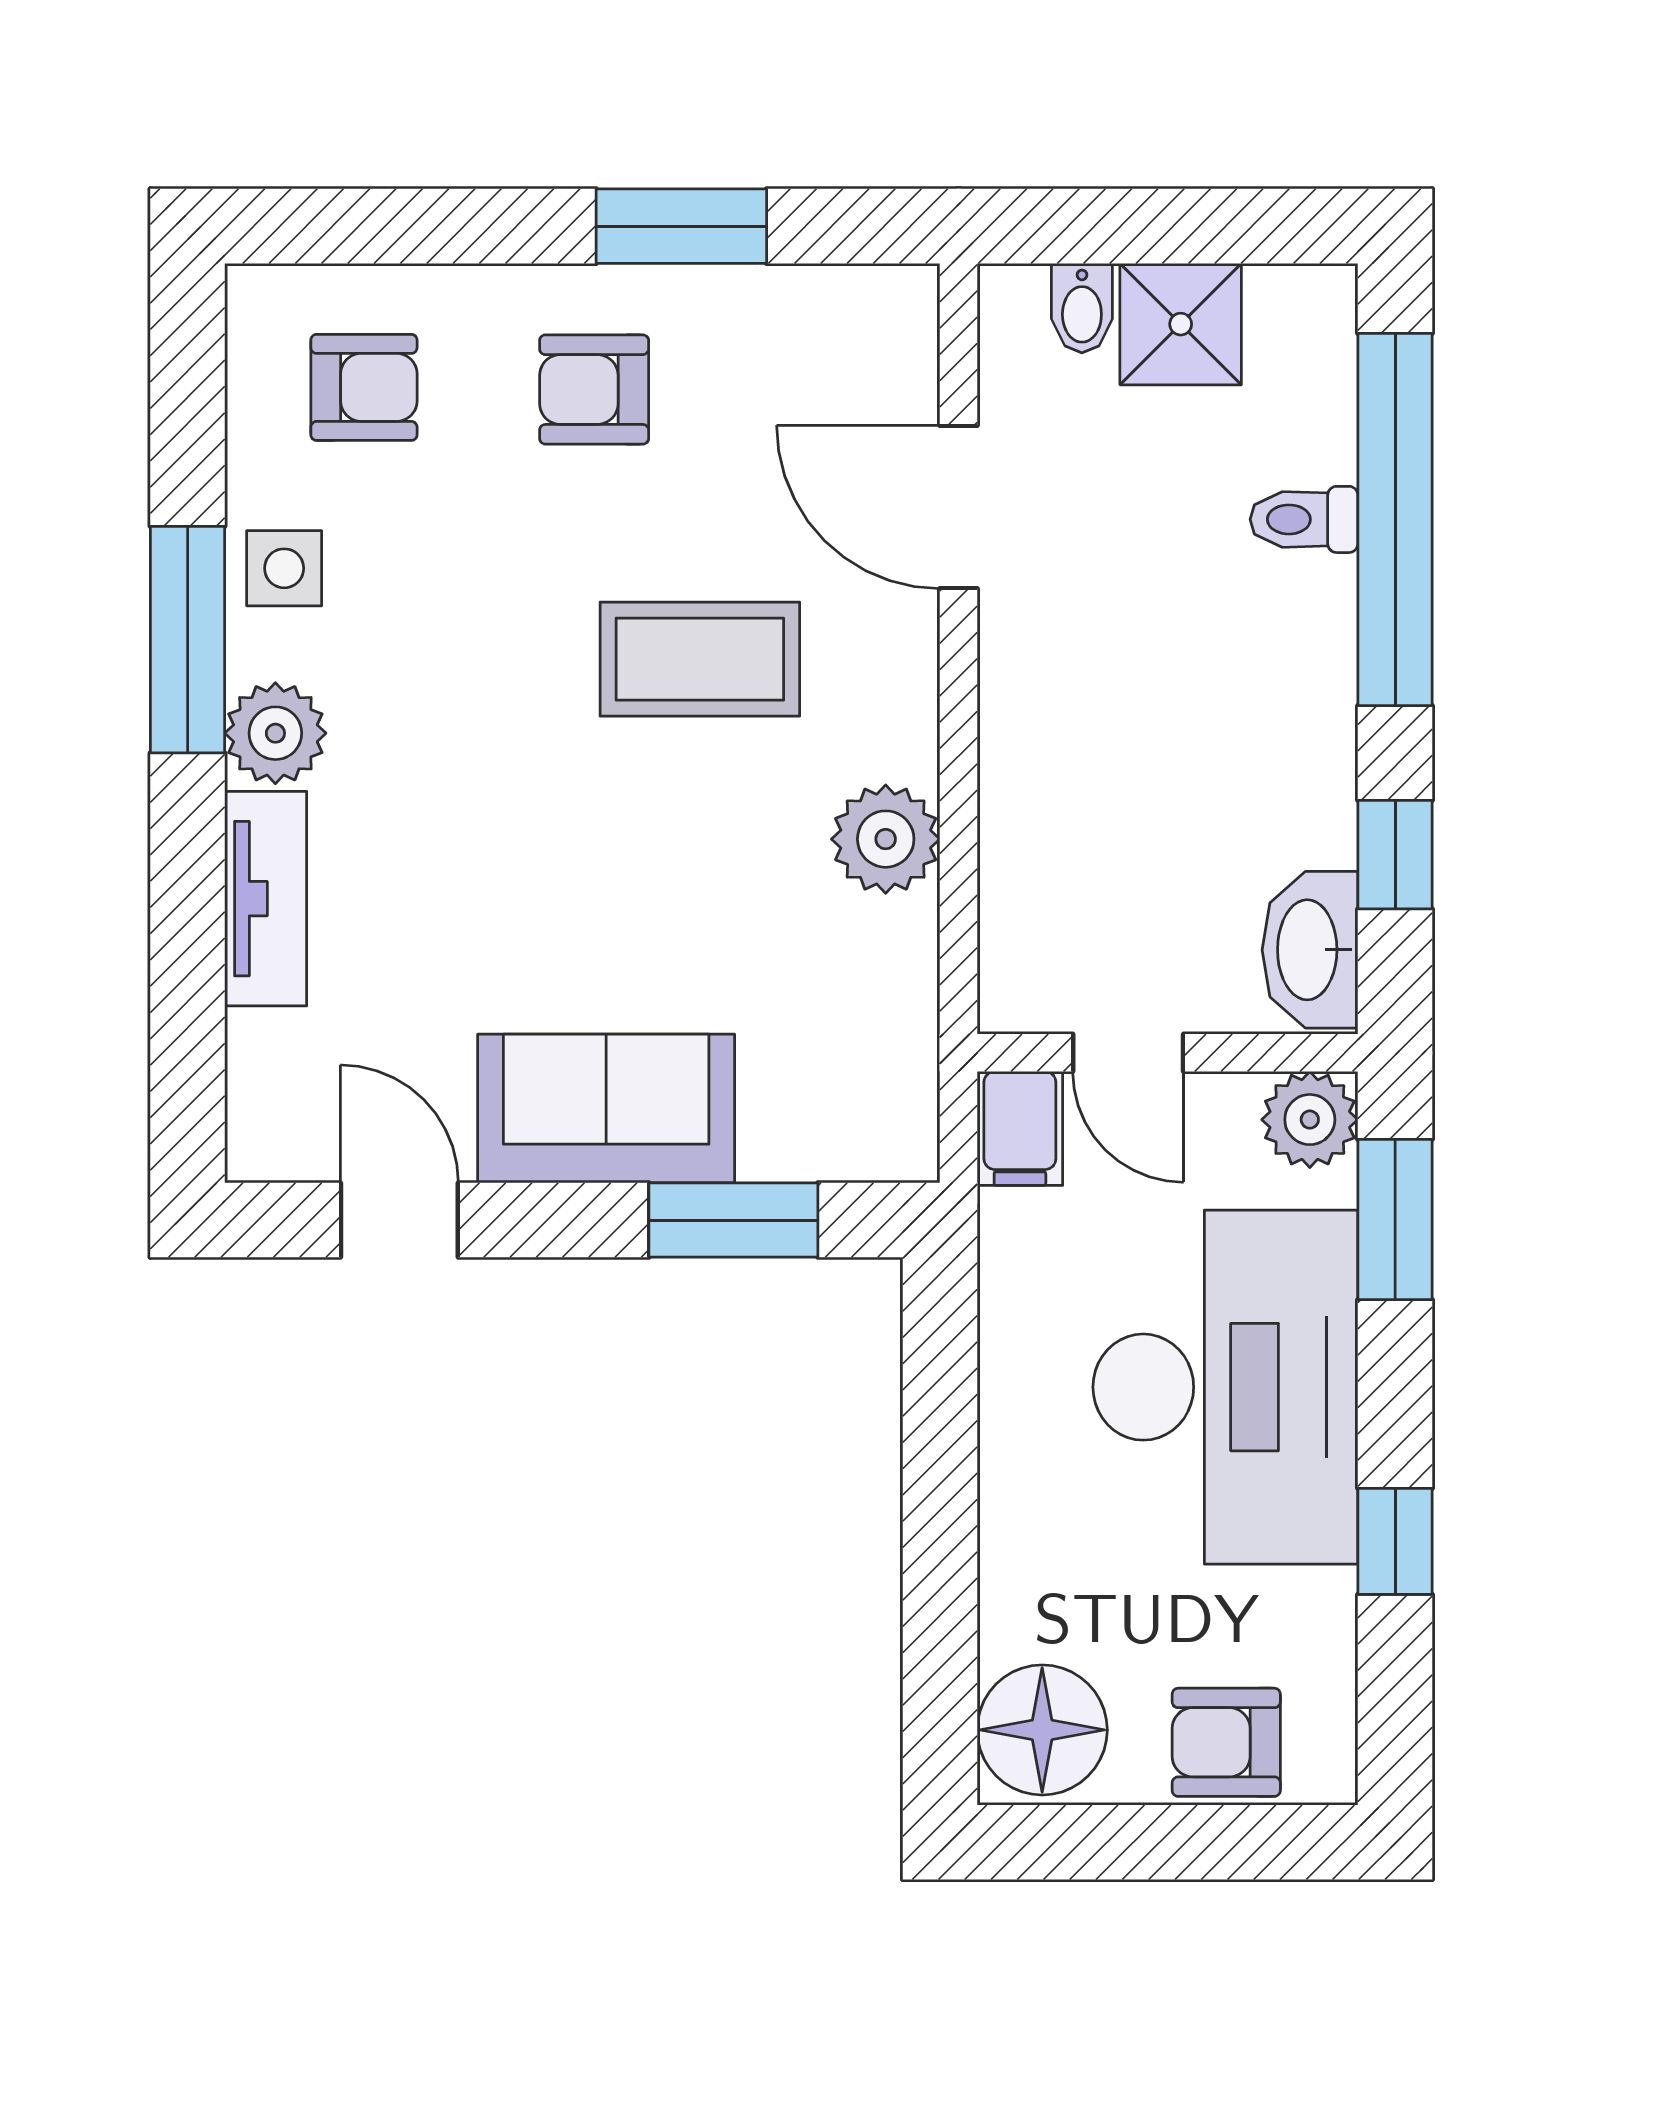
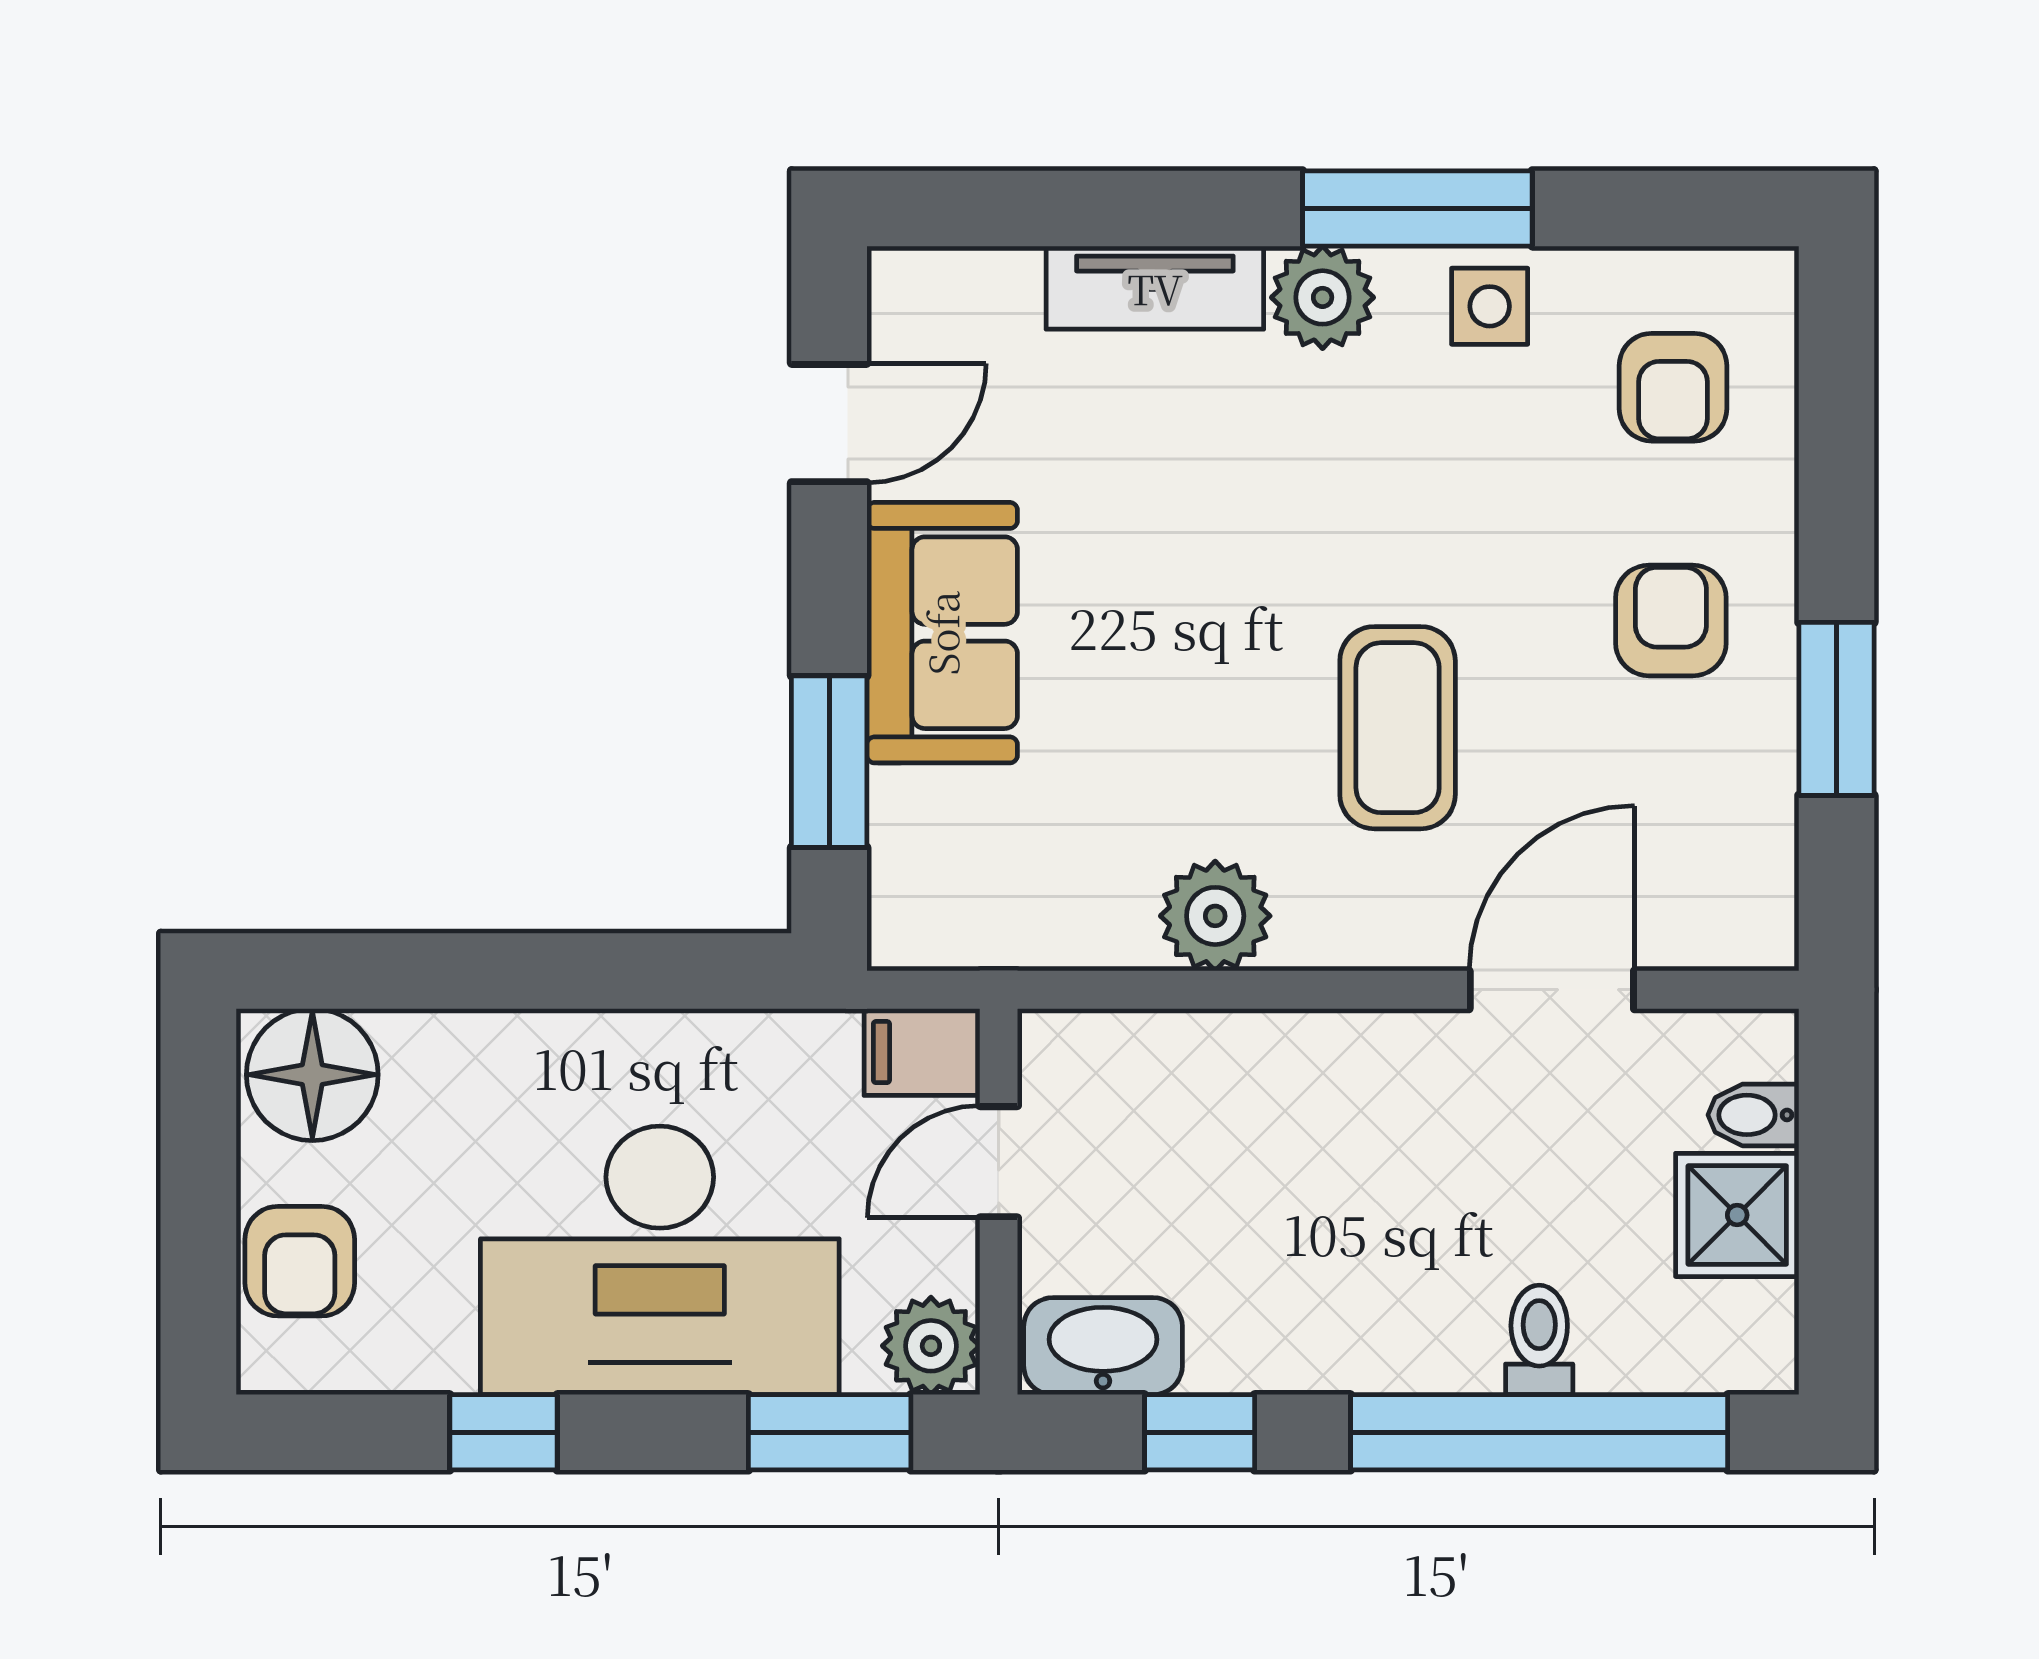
armchair: (1226, 1742) -> (300, 1261), turned 180

